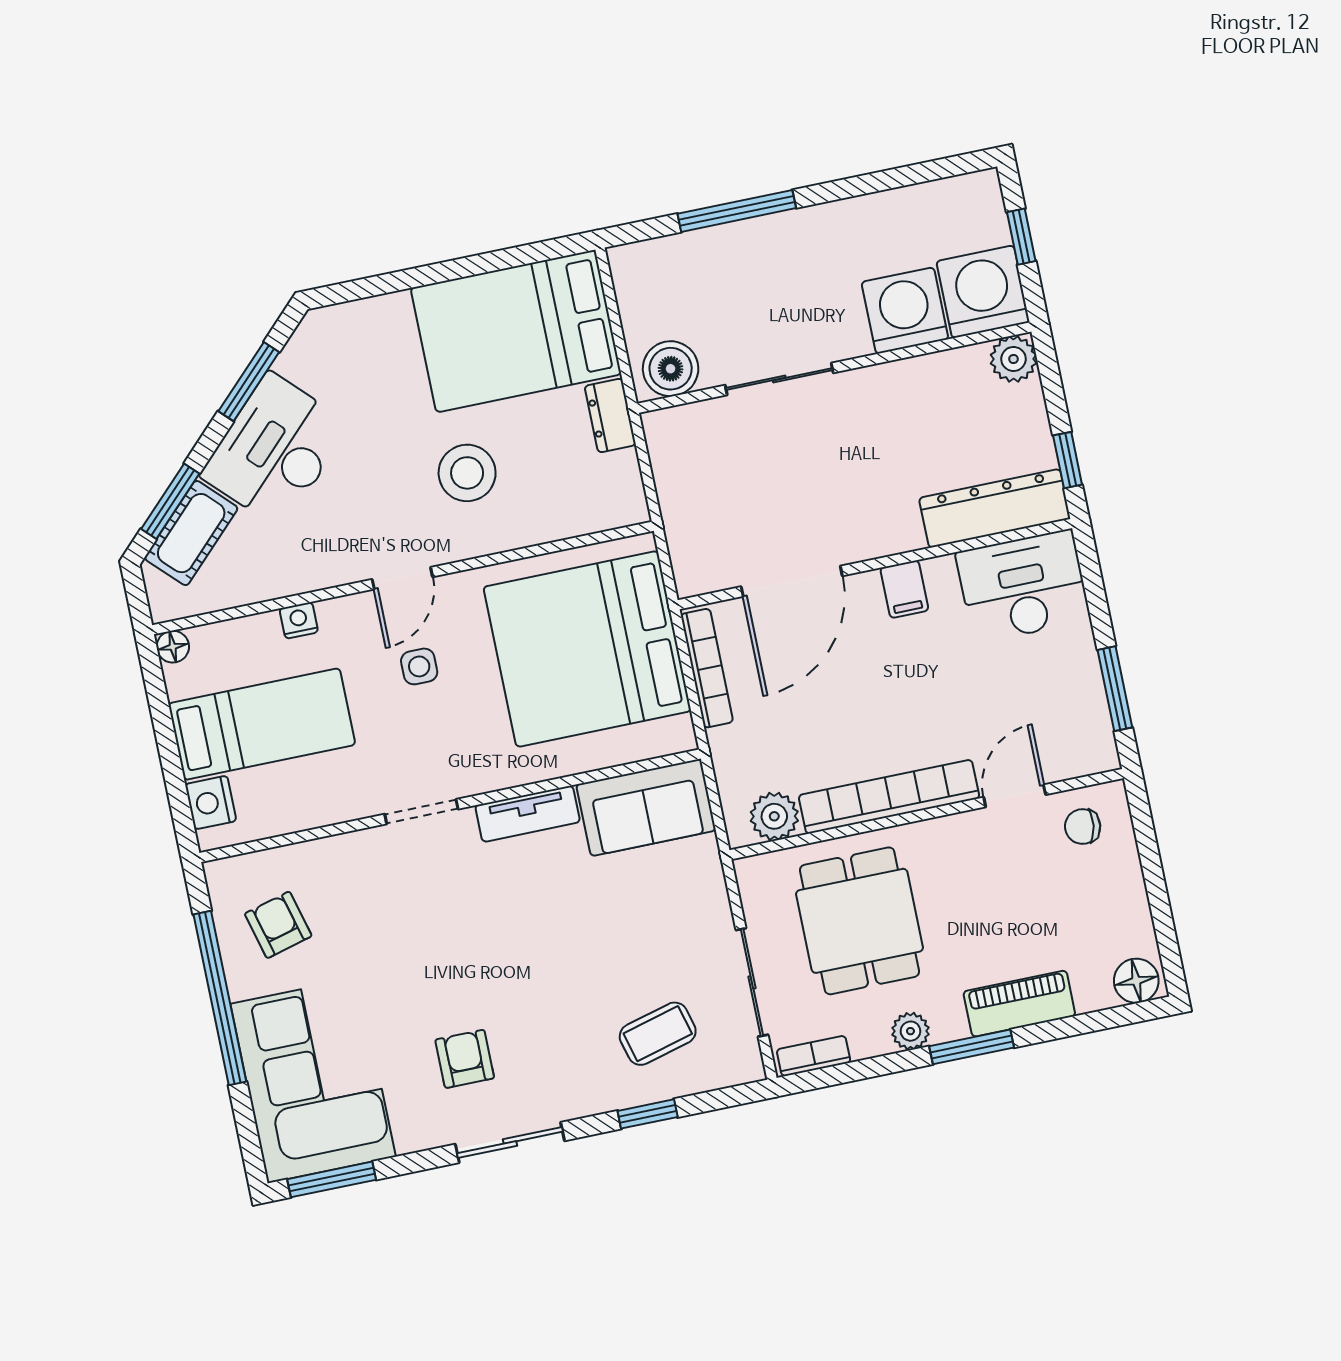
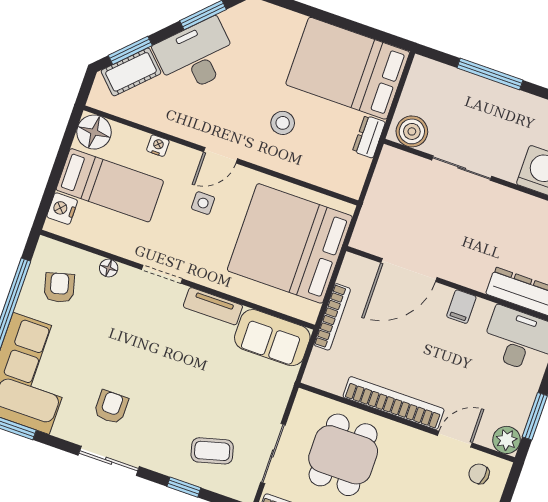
stool: (467, 473) -> (283, 123), width x0.73, depth x0.73
floor lamp: (173, 647) -> (94, 132), width x1.89, depth x1.89
bookcase: (707, 668) -> (332, 317), moved
plant: (774, 816) -> (507, 440), moved
floor lamp: (335, 850) -> (109, 268), added

